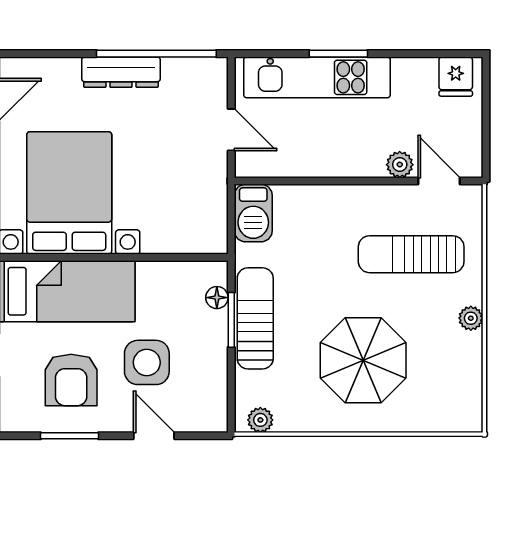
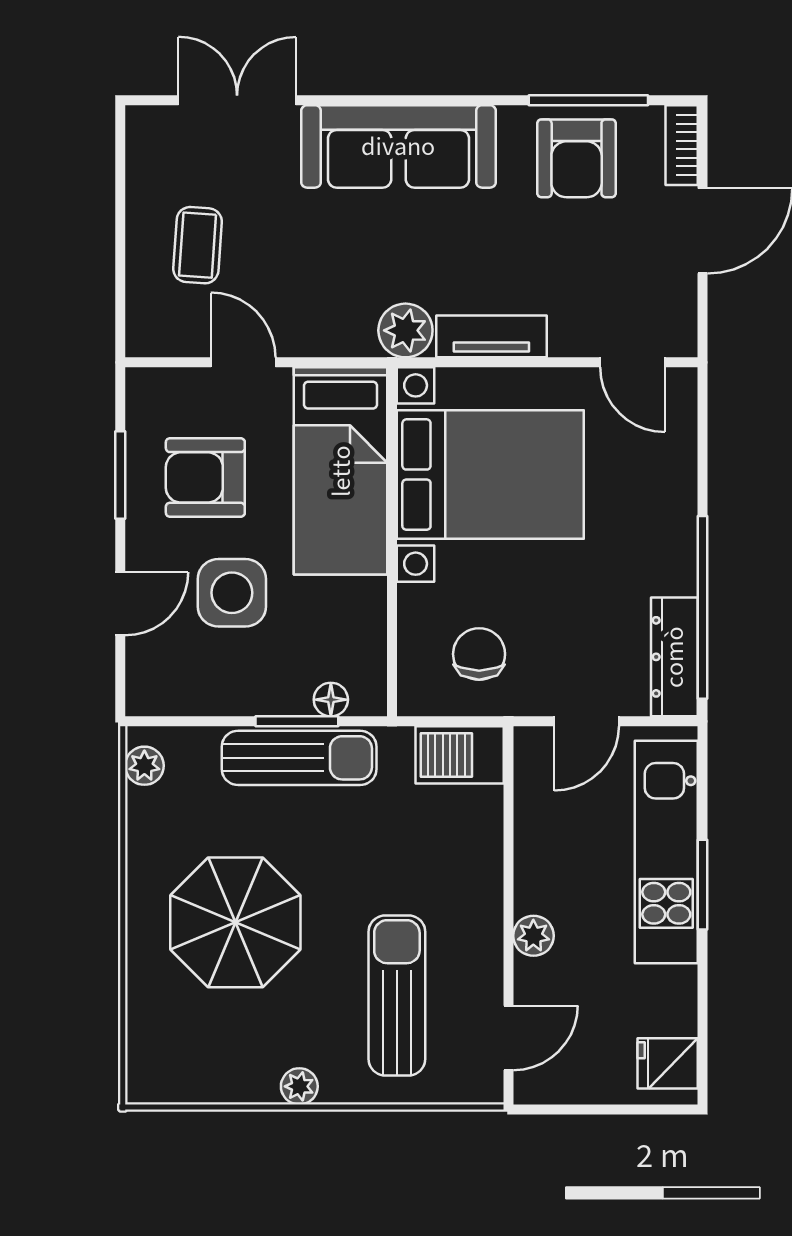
dresser: (121, 72) -> (674, 657), moved
plant: (400, 165) -> (533, 936), moved
chair: (187, 200) -> (479, 654), added

